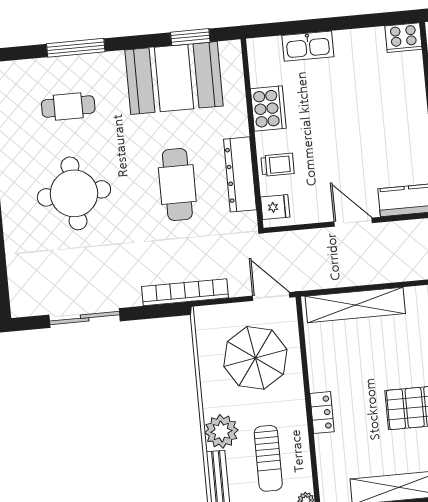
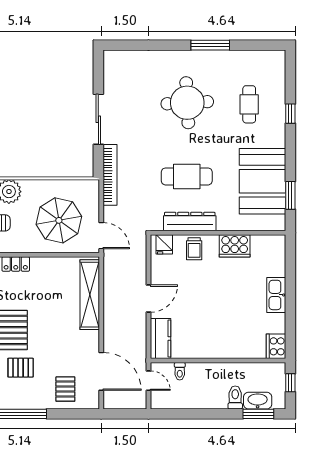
kitchen sink: (308, 46) -> (276, 295), moved
window: (76, 48) -> (290, 114), width x0.46
door: (271, 297) -> (101, 236), hinge flipped
sliding door: (85, 318) -> (98, 119), moved

